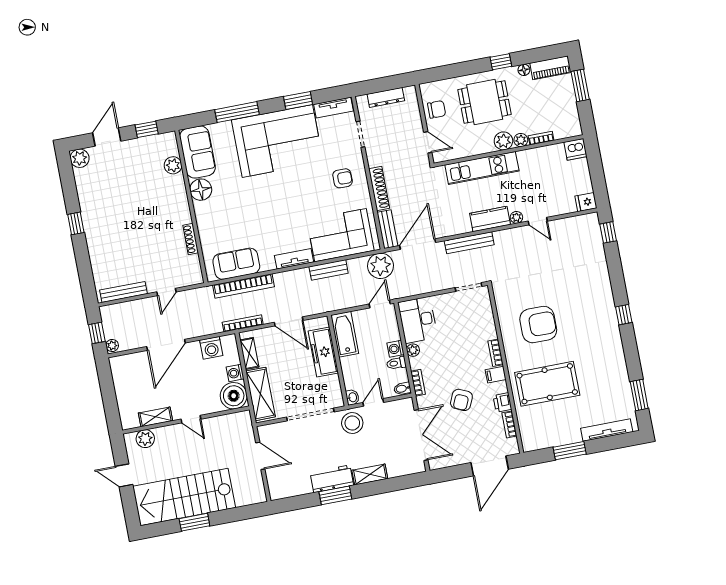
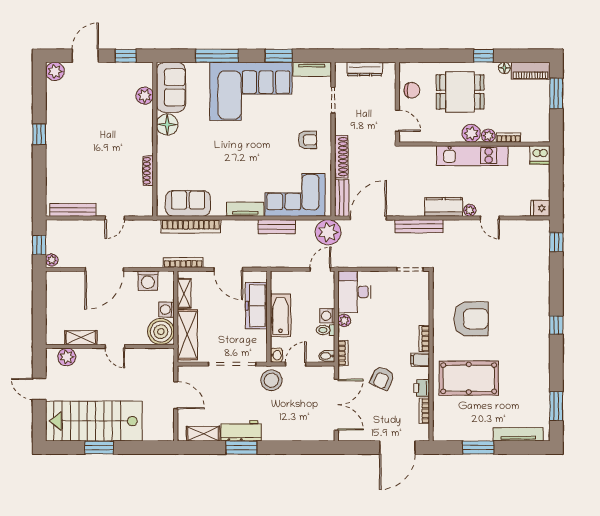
kitchen unit: (482, 168) -> (472, 156), moved
bathtub: (345, 334) -> (281, 315), moved
shelving: (370, 474) -> (203, 434), moved

